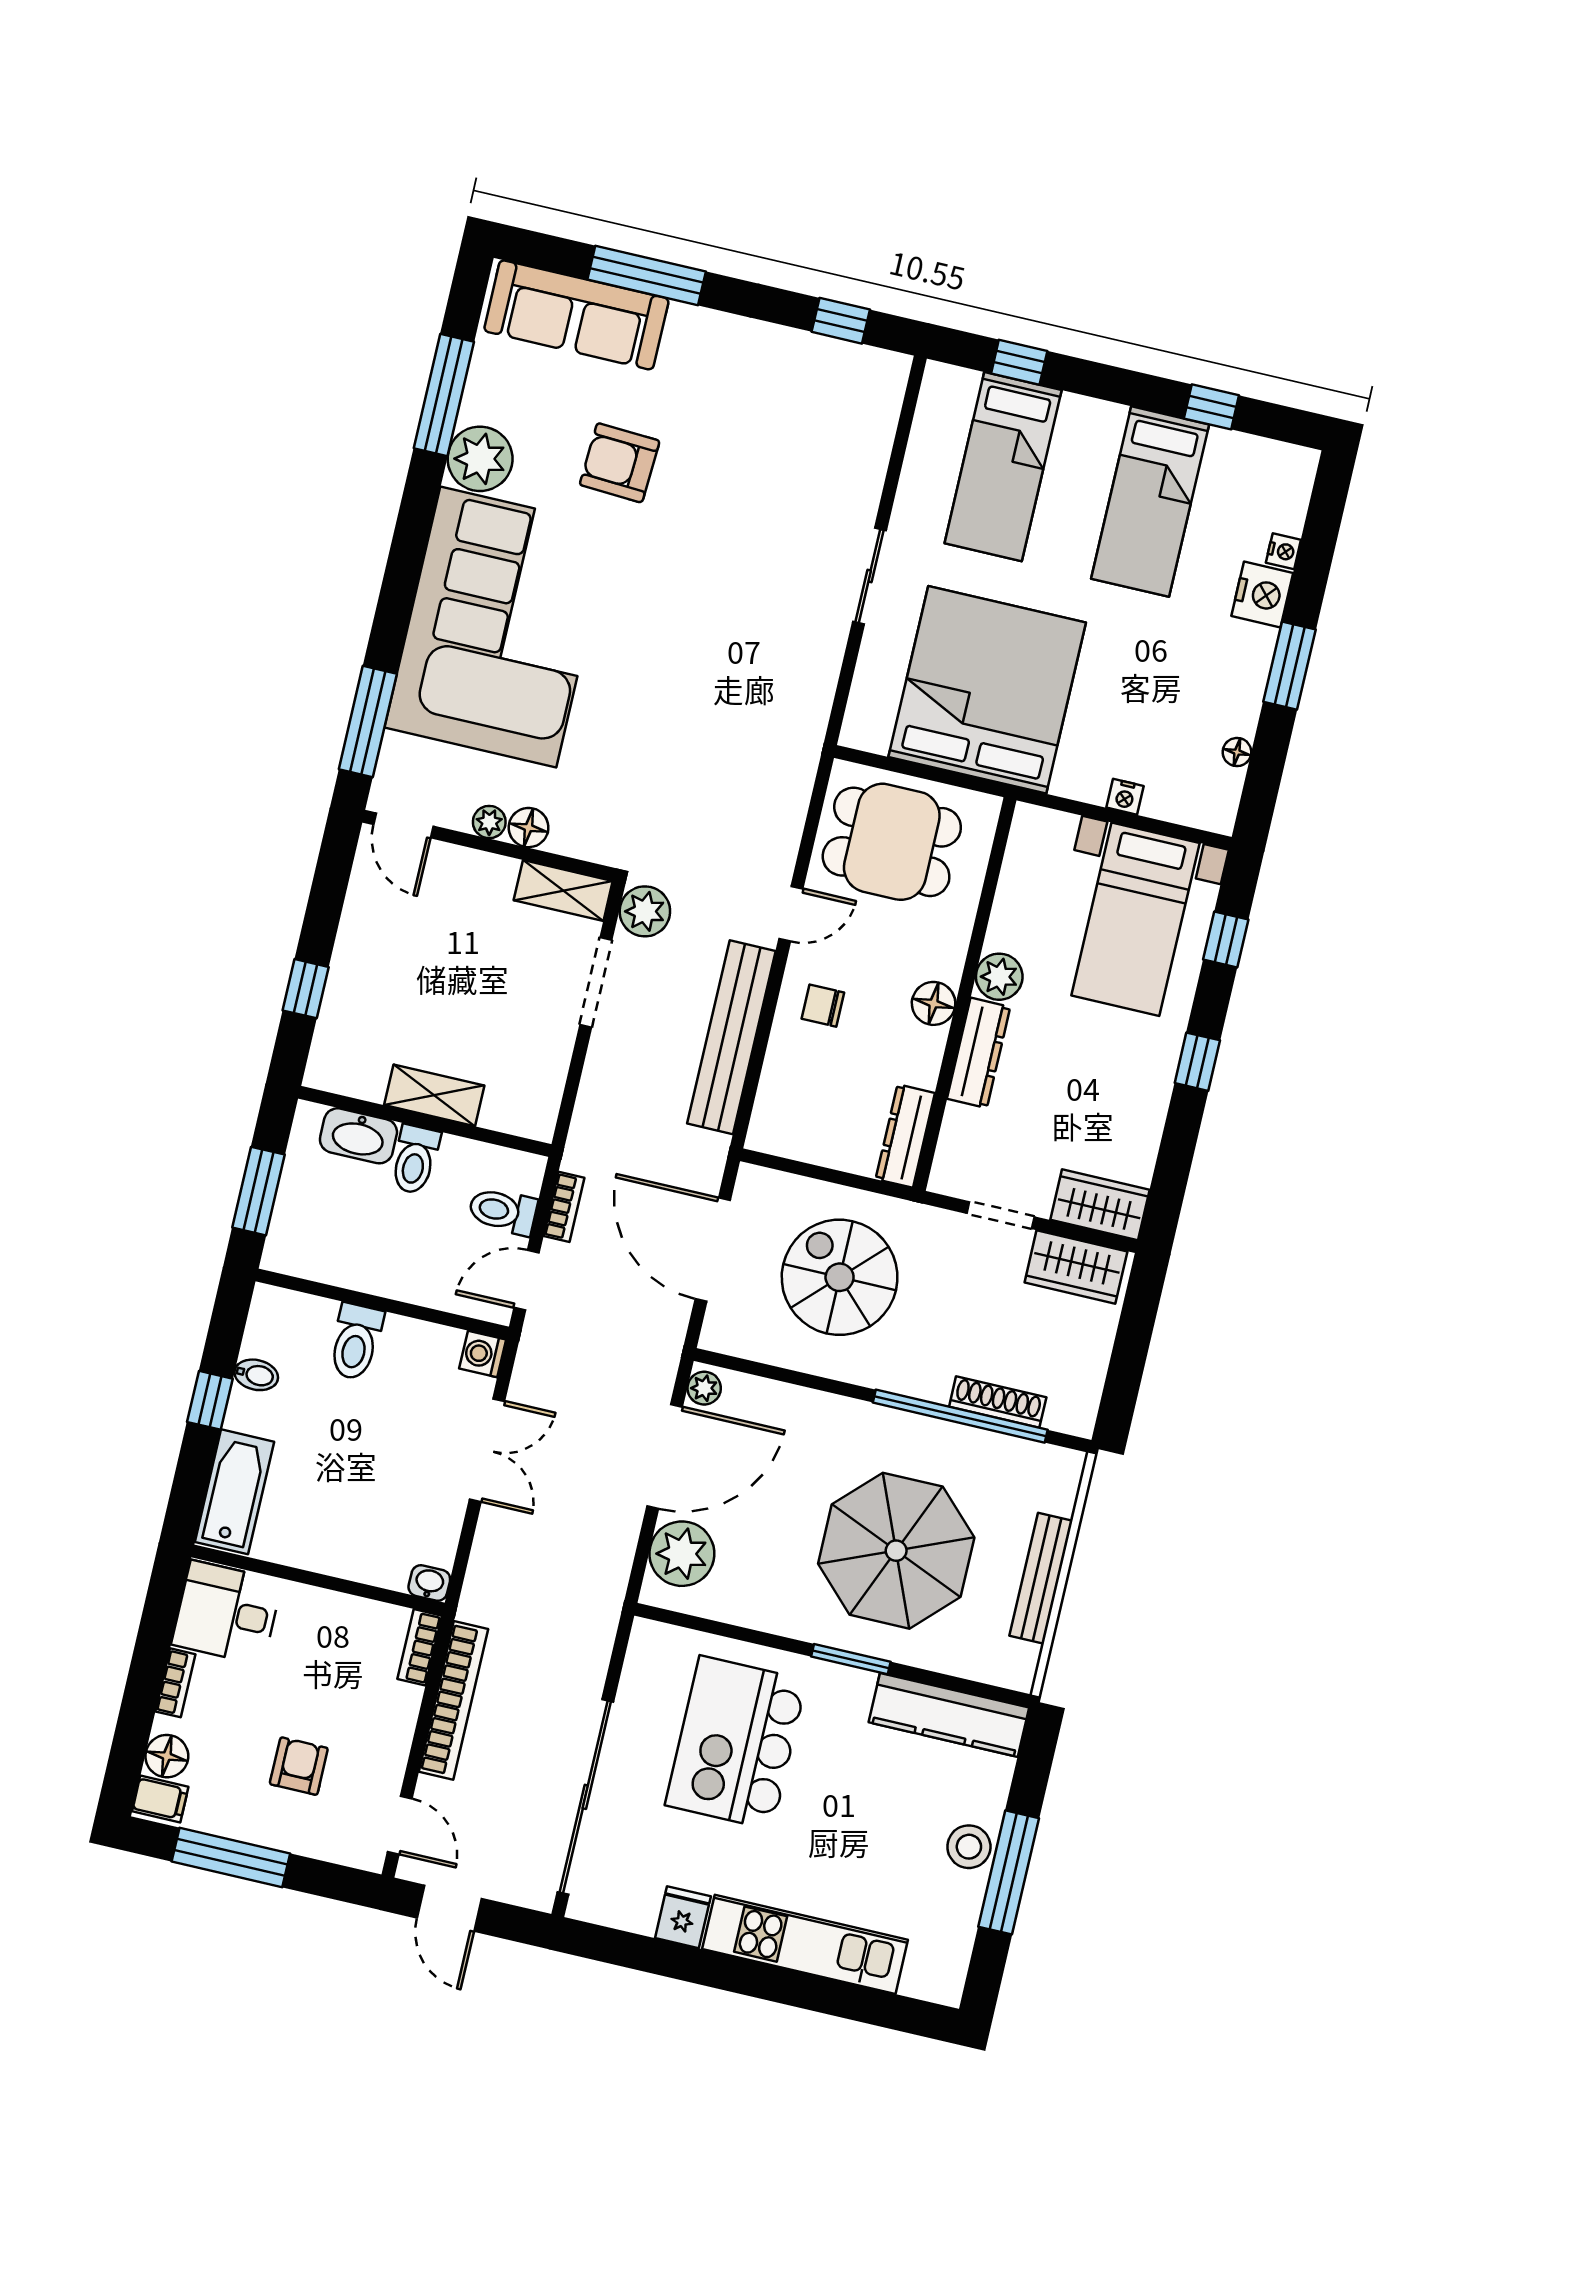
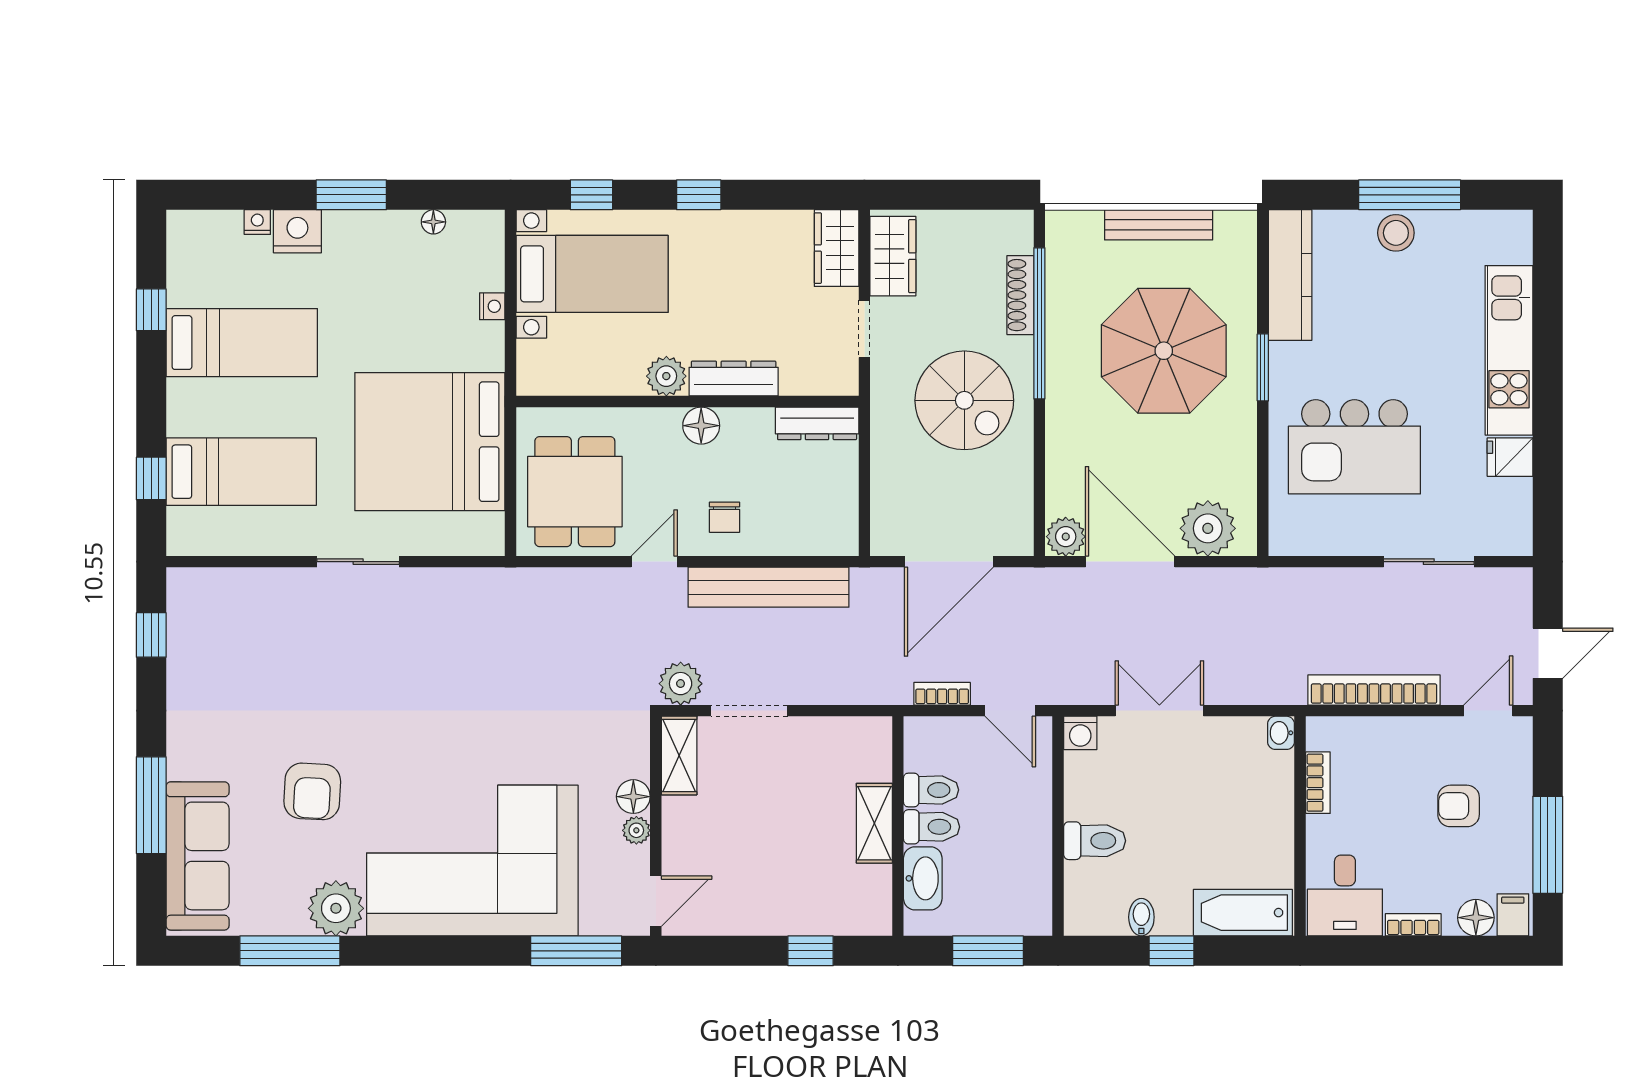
door: (791, 914) -> (654, 562), hinge flipped
toilet: (503, 1211) -> (931, 790), moved, turned -90
spiral stairs: (840, 1277) -> (964, 400), moved, turned -90
plant: (704, 1388) -> (1066, 537), width x1.38, depth x1.38
bookcase: (420, 1647) -> (1318, 783), moved, turned -90
sliding door: (585, 1797) -> (1429, 562), width x0.54

